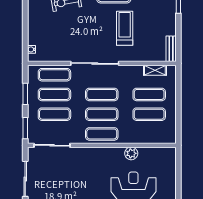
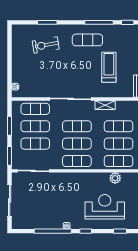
treadmill: (125, 28) -> (109, 67), moved
shelving: (155, 70) -> (105, 105), moved
exercise mat: (149, 134) -> (119, 161), added
plant: (131, 153) -> (115, 178), moved

